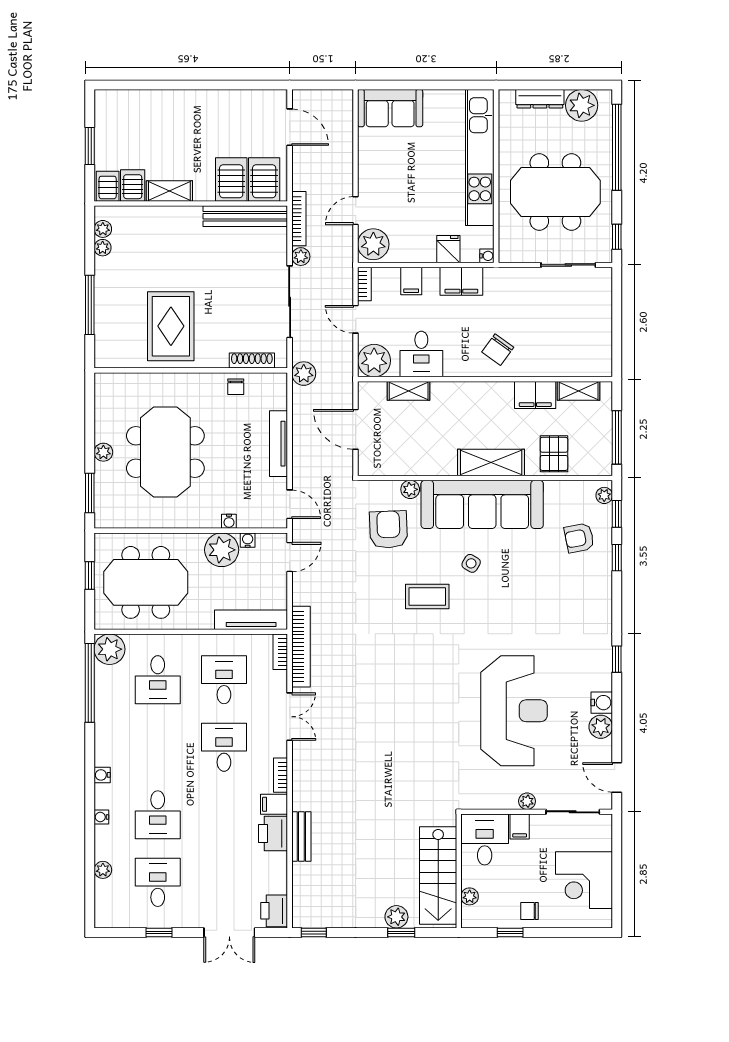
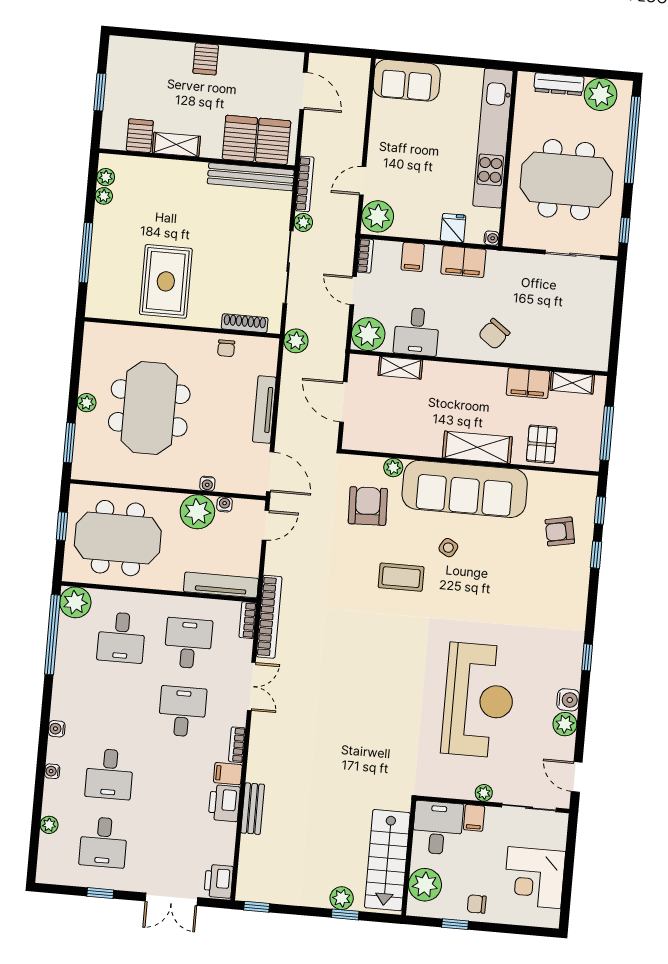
server rack: (108, 186) -> (206, 59), moved, turned 180
plant: (604, 495) -> (589, 491), removed
door: (290, 504) -> (270, 472), width x1.38
desk: (158, 882) -> (103, 842), turned 180
plant: (470, 896) -> (425, 885), width x1.87, depth x1.87

